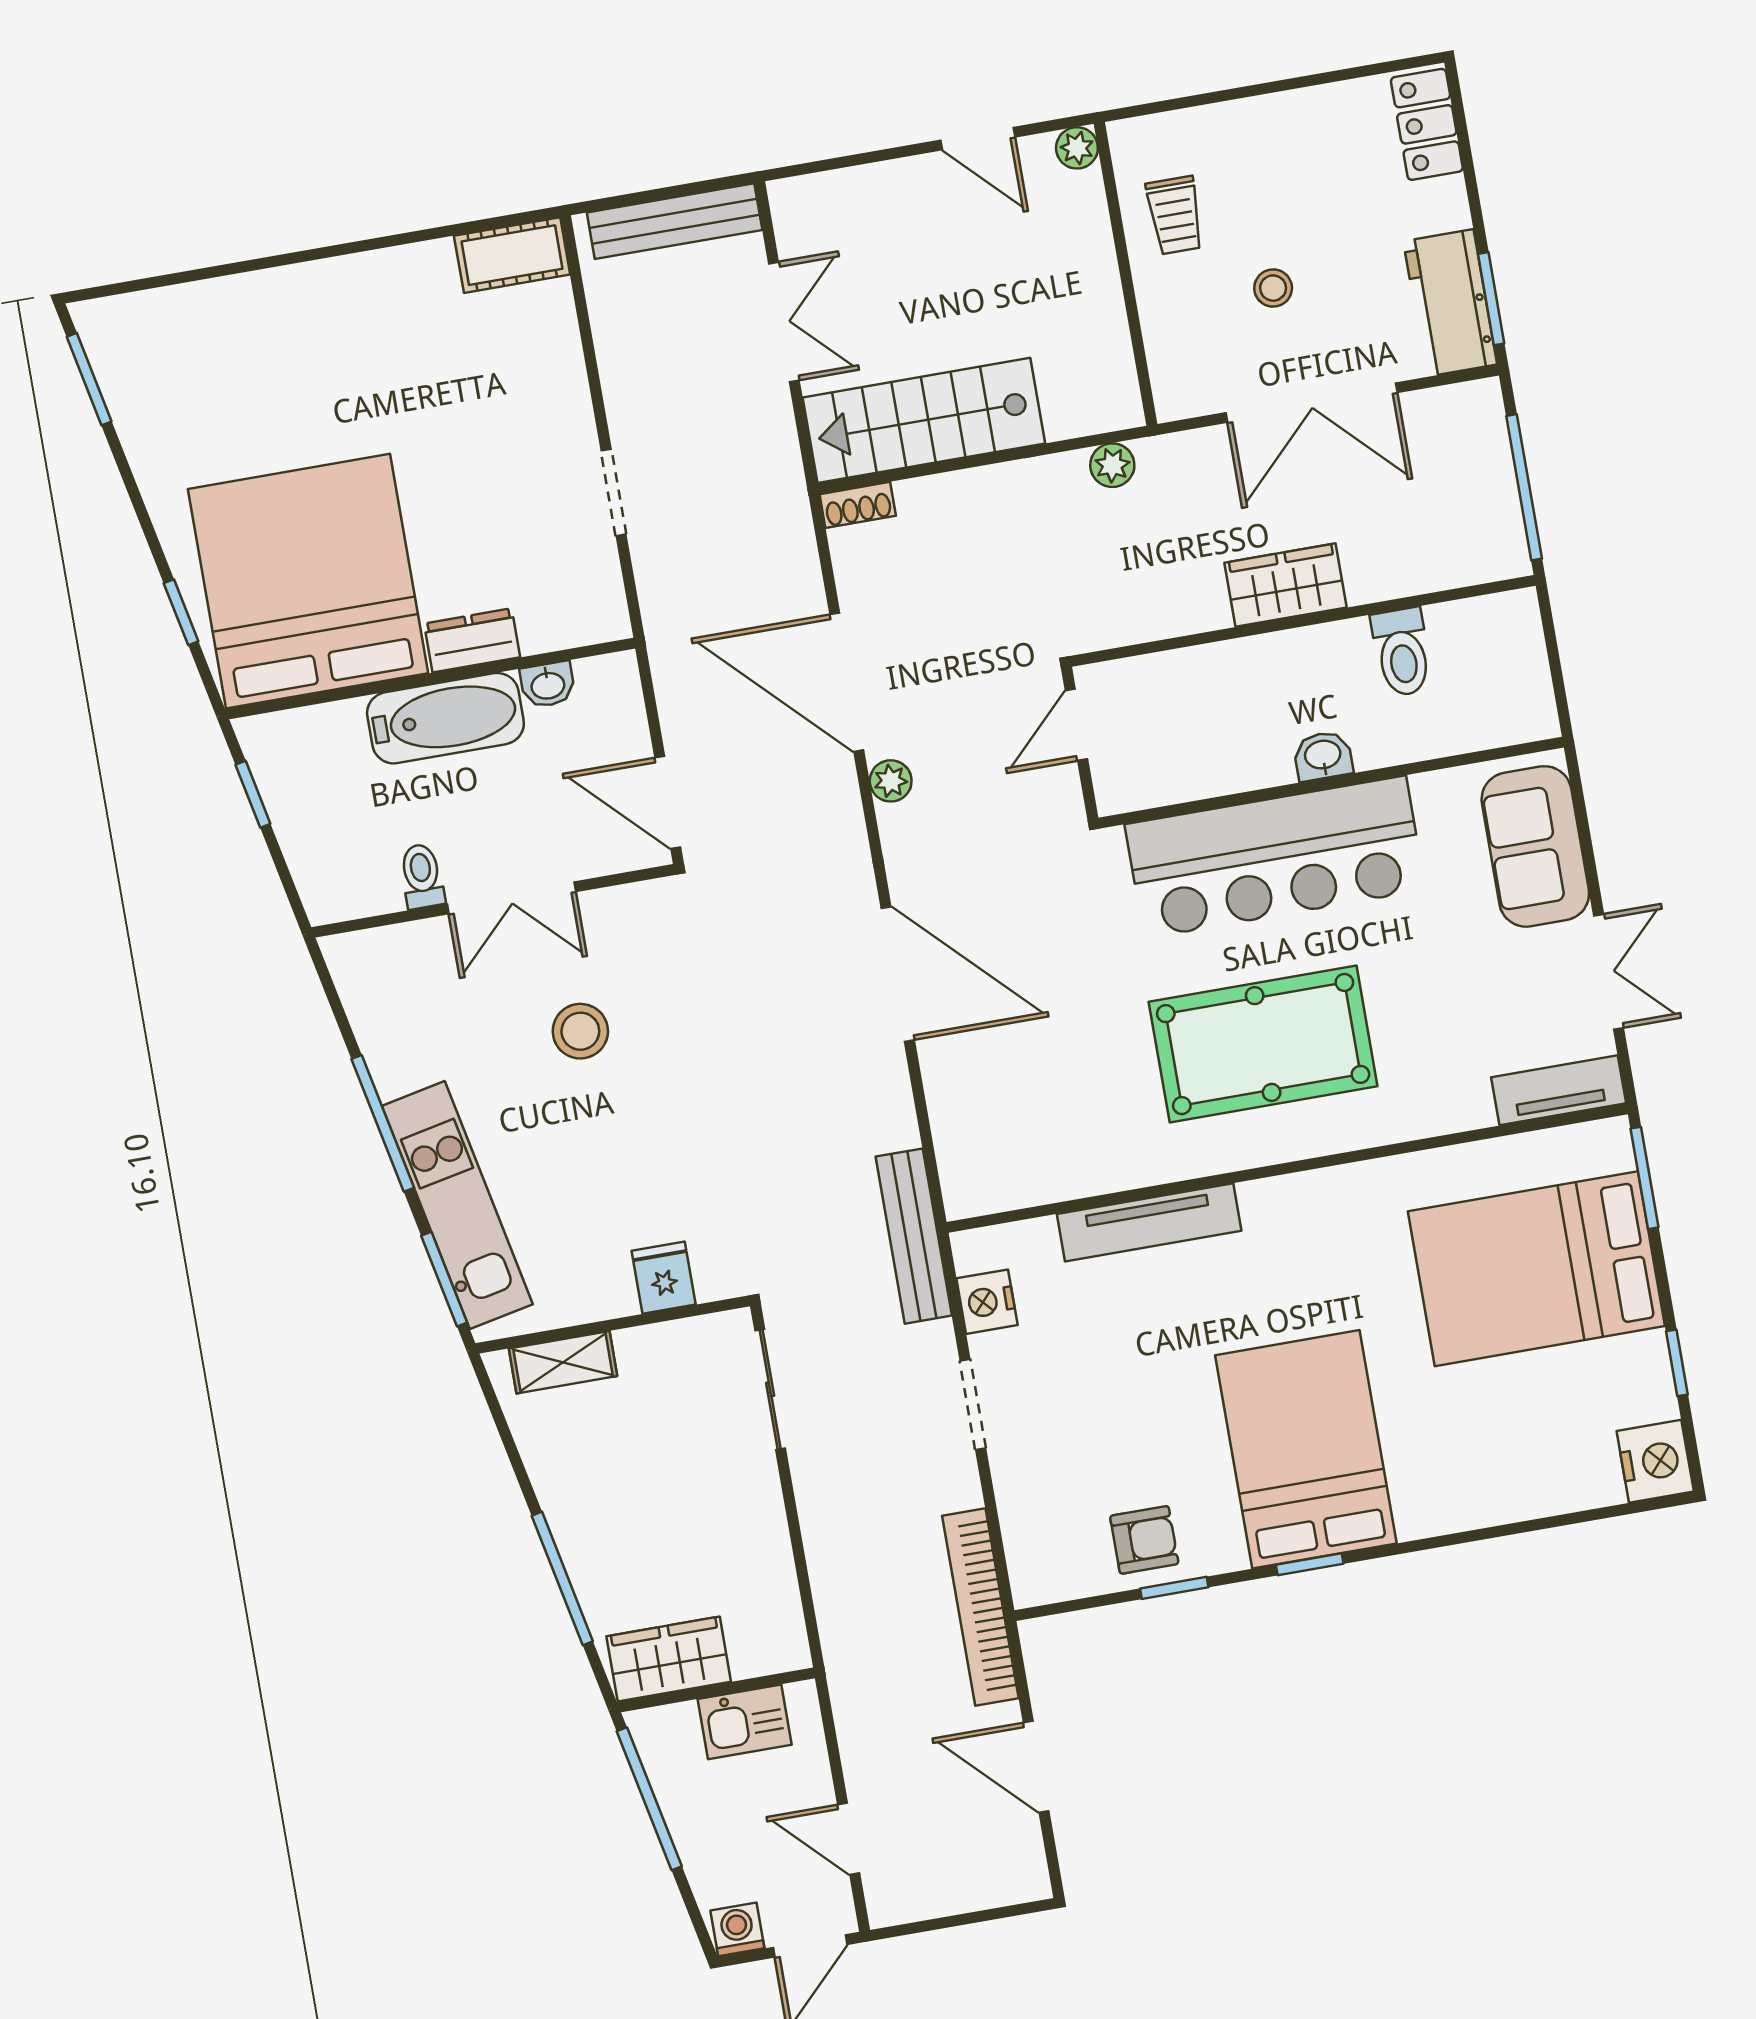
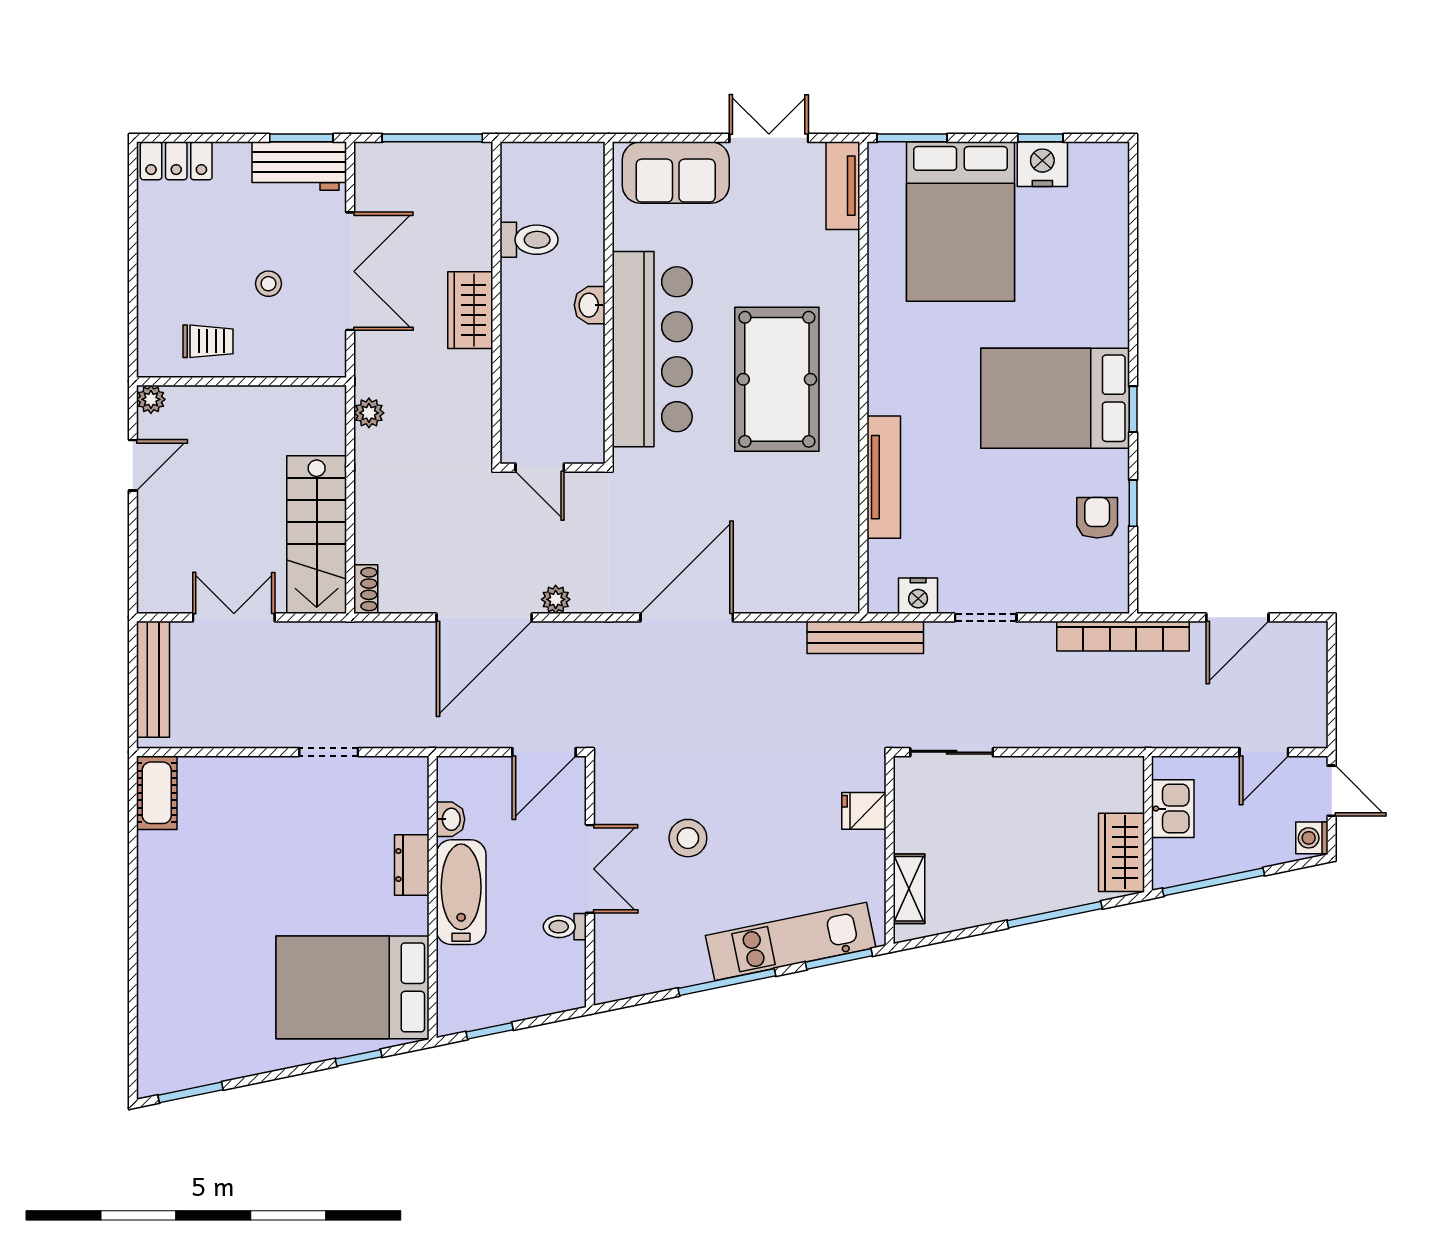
bed: (308, 581) -> (353, 987), width x0.73
nightstand: (1655, 1461) -> (1042, 164), moved

